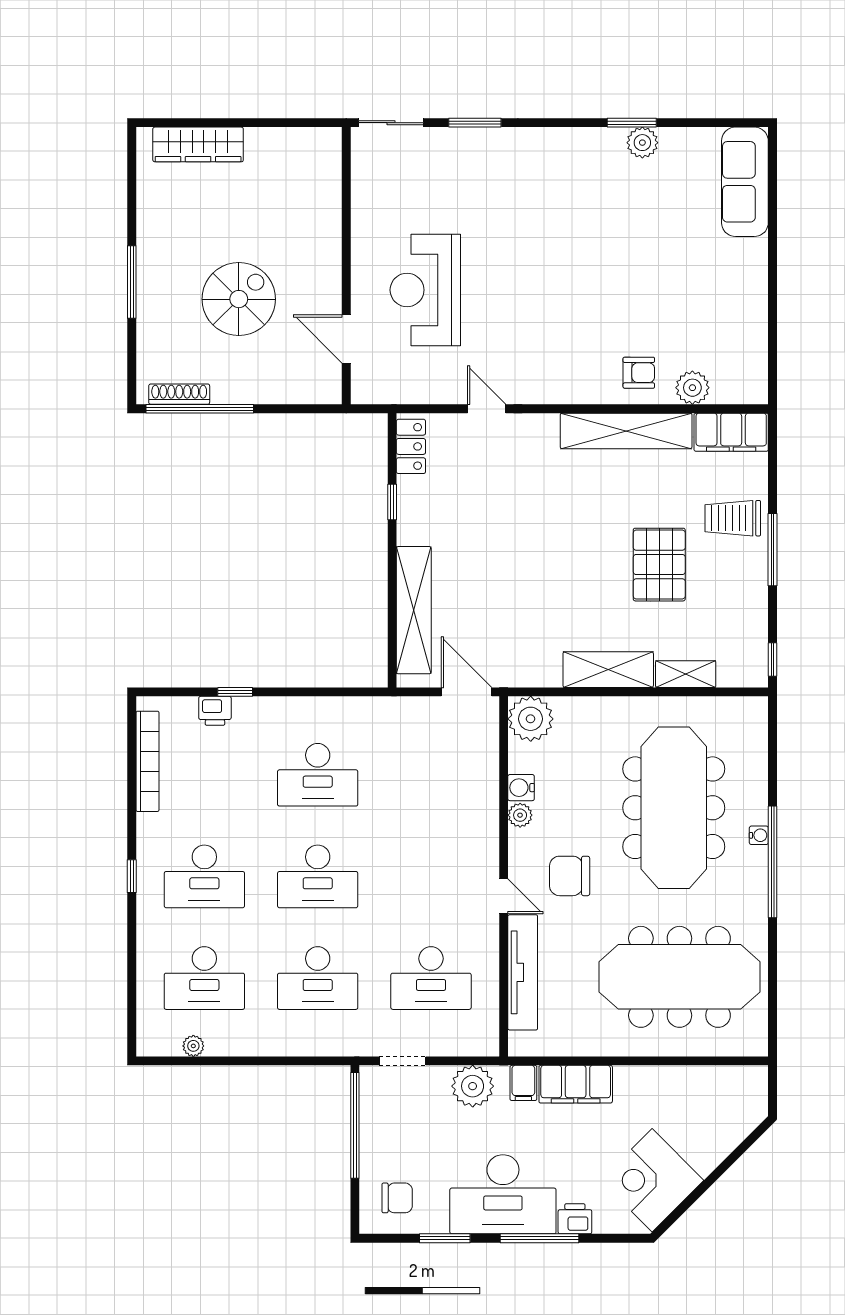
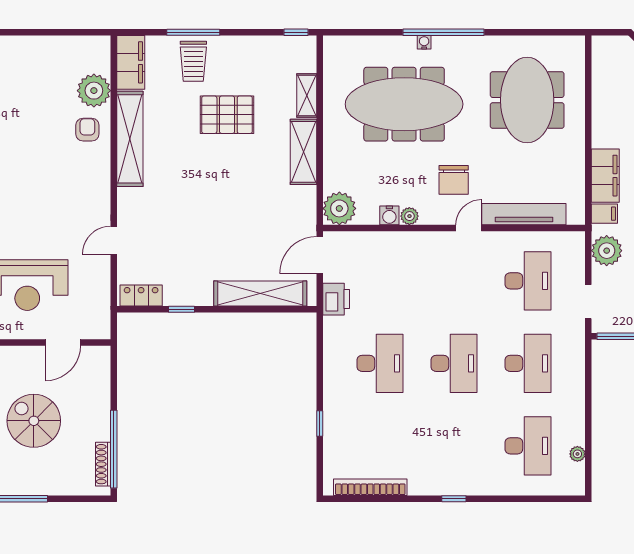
plant: (692, 388) -> (94, 91), width x1.36, depth x1.36
window: (772, 550) -> (193, 32), moved
printer: (215, 711) -> (336, 299), moved, width x1.36, depth x1.24
desk: (204, 876) -> (454, 446), removed
meeting table: (679, 977) -> (527, 100), width x0.73

